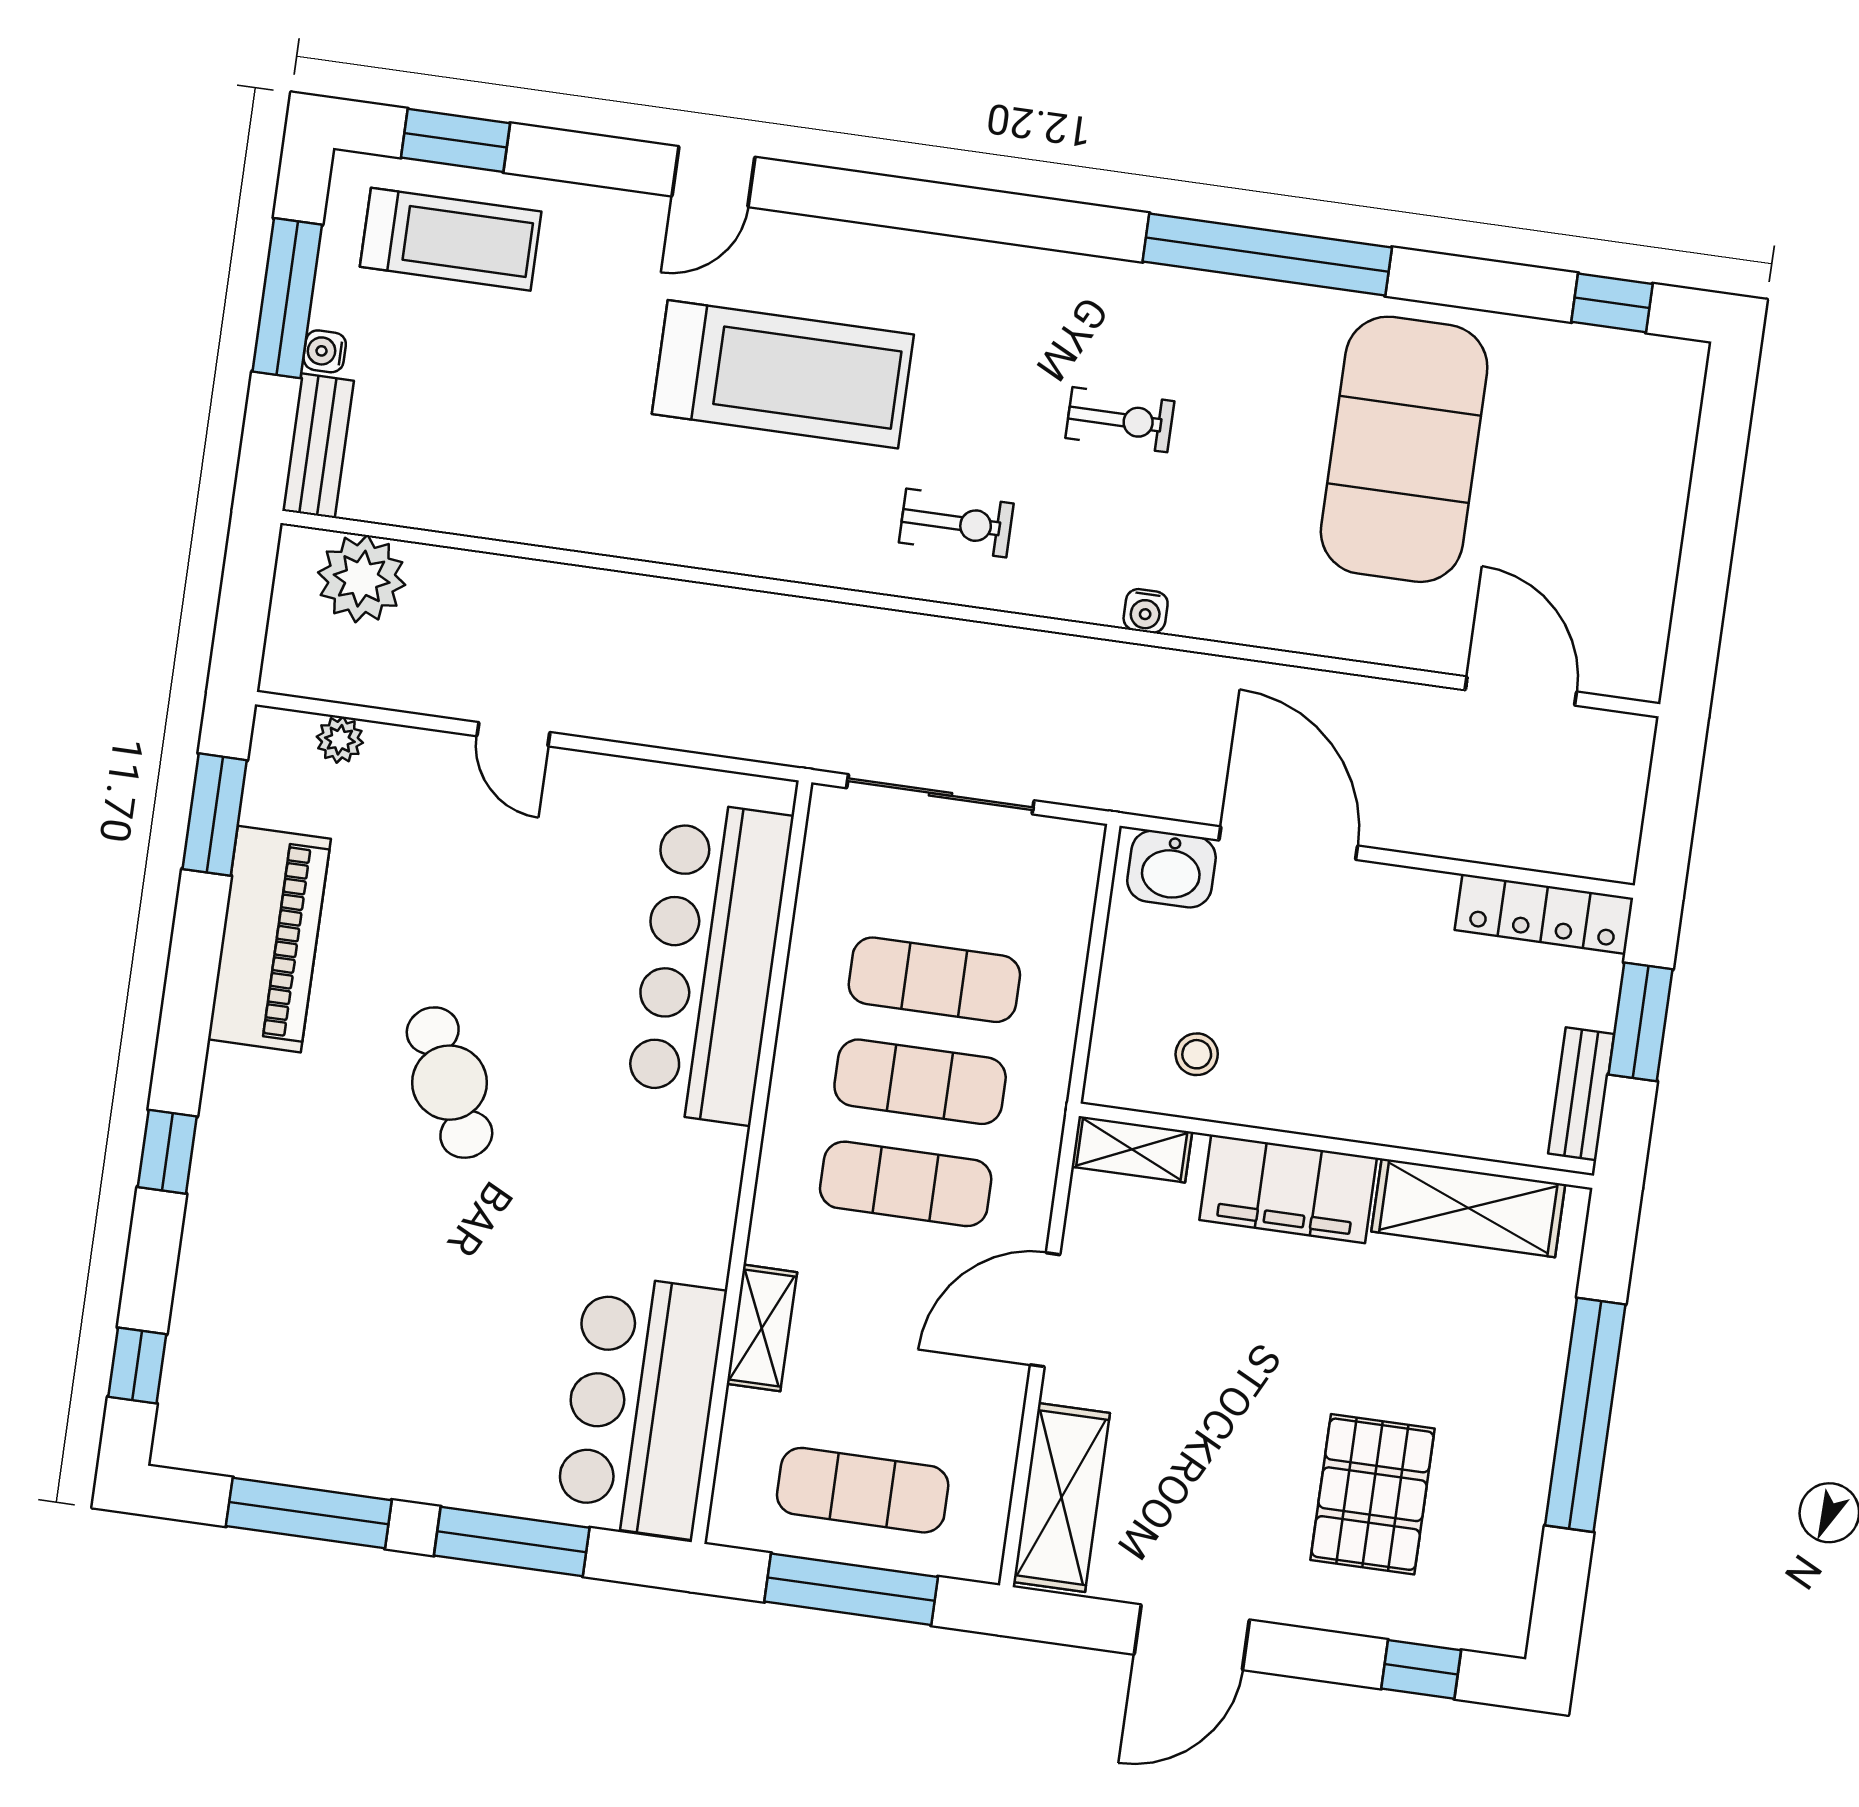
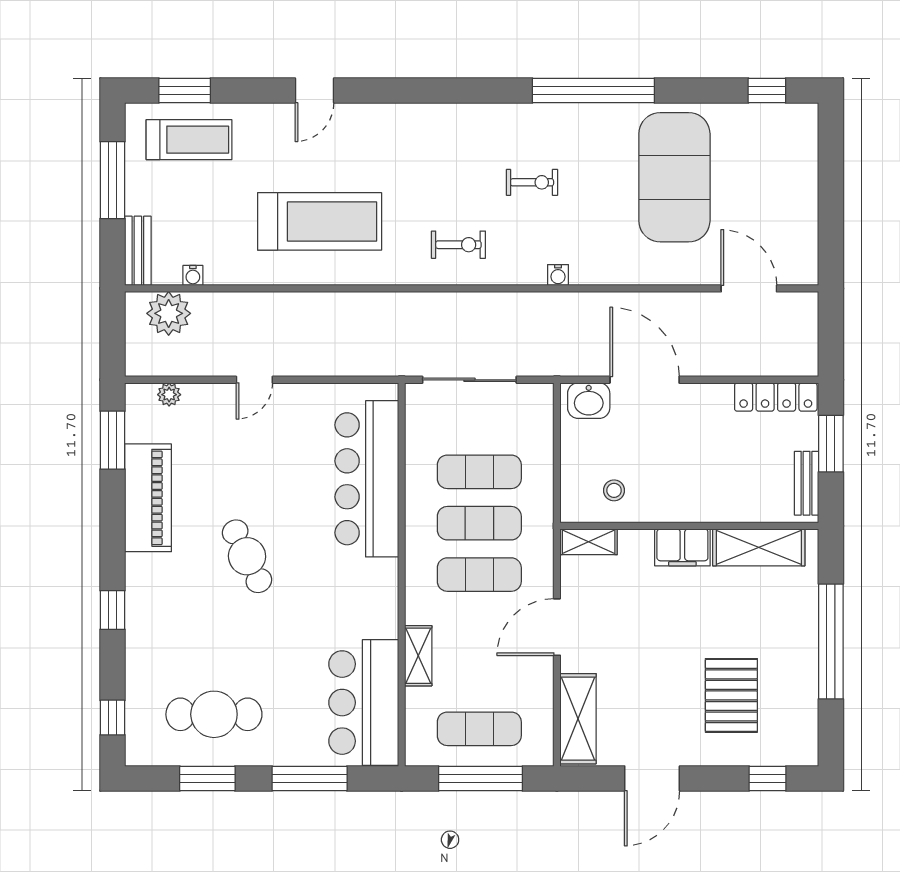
water cooler: (325, 351) -> (193, 275), moved, turned -90
treadmill: (783, 374) -> (320, 221), moved
door: (513, 734) -> (254, 380), hinge flipped
filing cabinet: (1288, 1189) -> (682, 547), width x0.67, depth x0.86
cafe table: (340, 1387) -> (214, 714), added
window: (309, 1513) -> (207, 779), width x0.69

